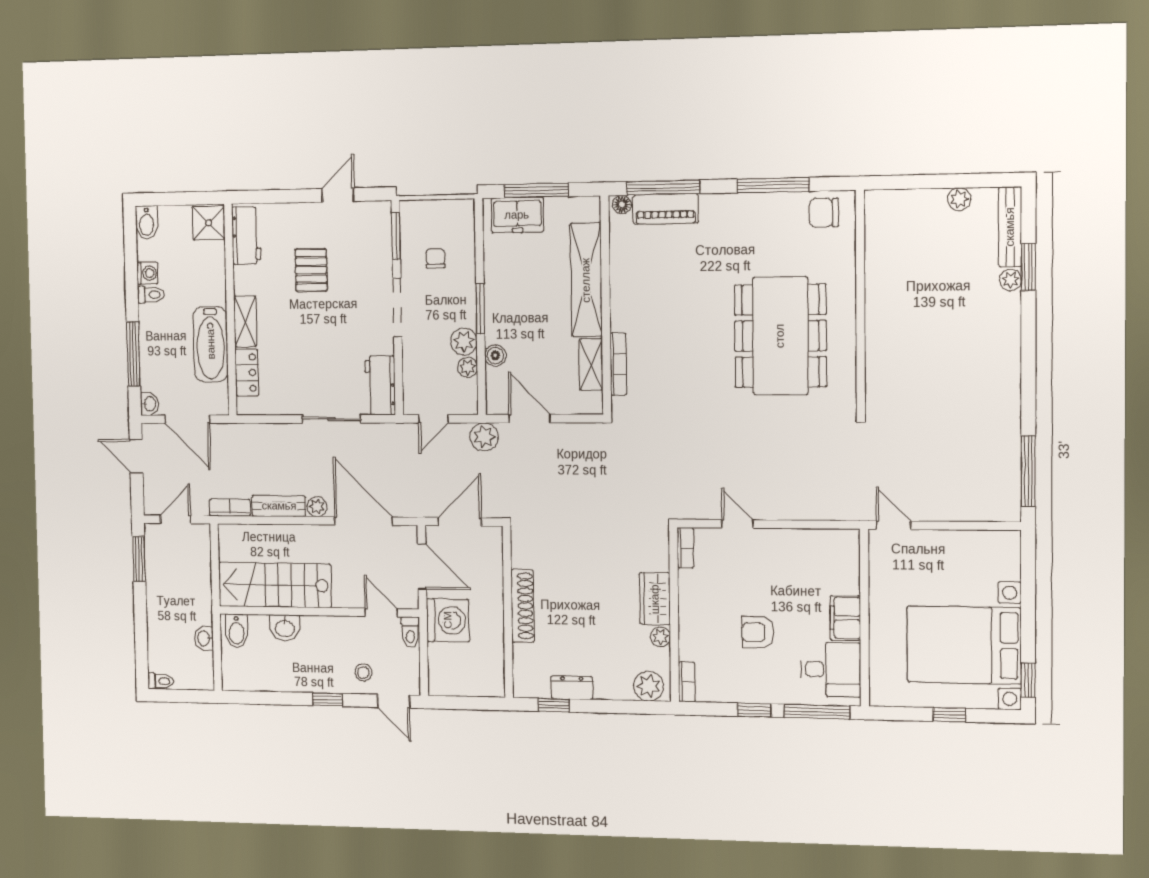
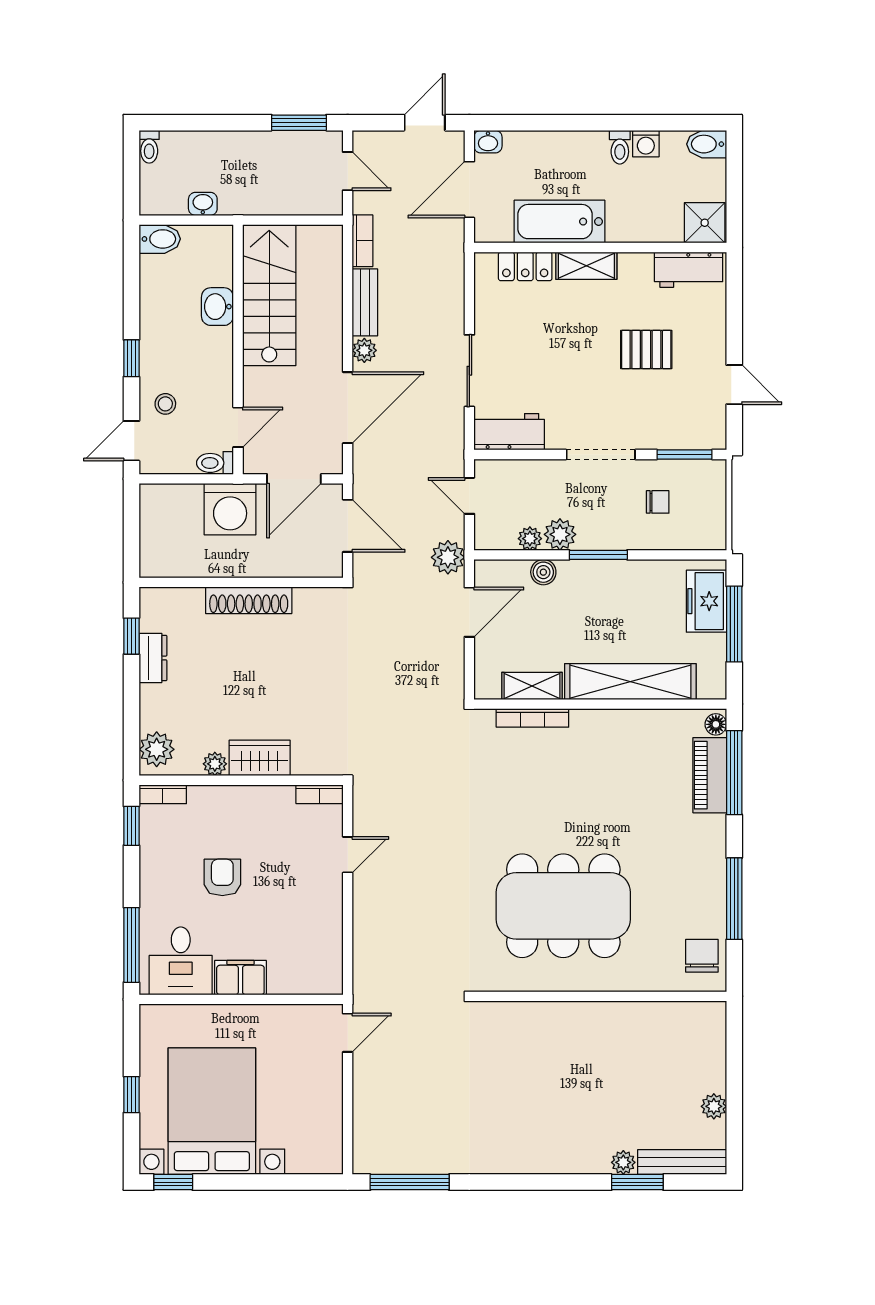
window: (133, 354) -> (549, 123), removed
bidet: (237, 631) -> (160, 239), moved, turned 180
window: (754, 710) -> (131, 826), moved

